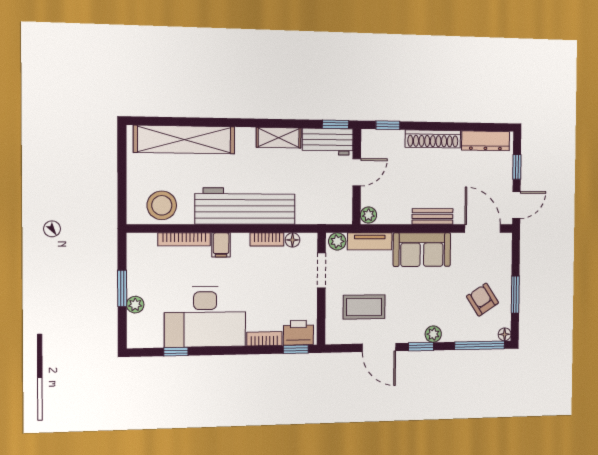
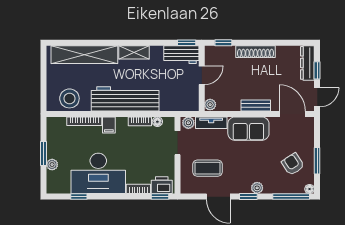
shelving: (279, 138) -> (134, 52), moved
dresser: (486, 141) -> (307, 63), moved, turned 90

